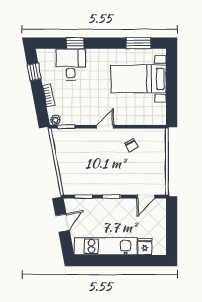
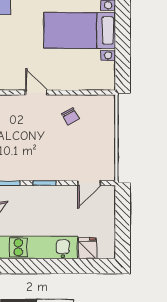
door: (105, 127) -> (36, 92), hinge flipped

